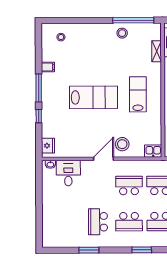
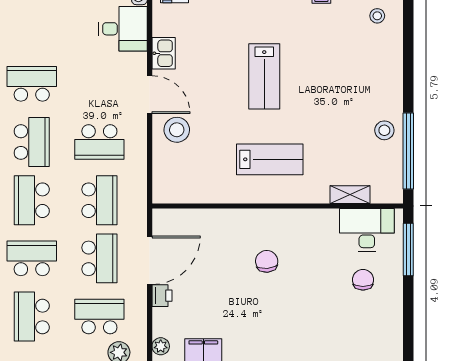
lab bench: (93, 97) -> (264, 76), width x0.73, depth x0.72
kitchen sink: (153, 151) -> (164, 53), moved
school desk: (129, 185) -> (99, 142), turned 90
school desk: (129, 222) -> (32, 142), turned 180

